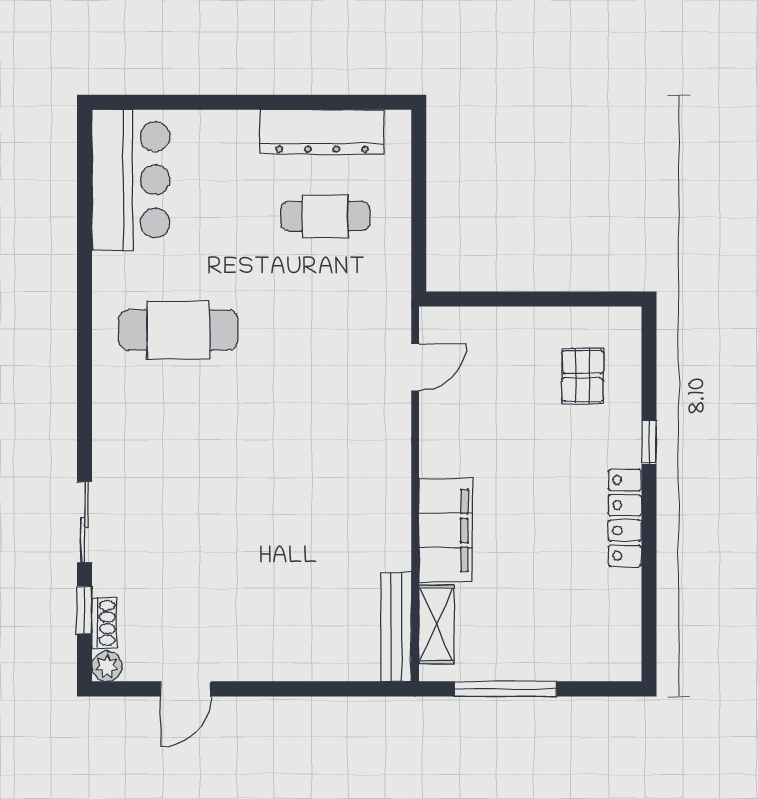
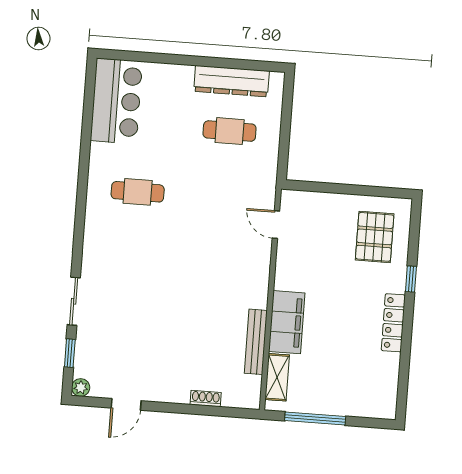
cafe table: (178, 330) -> (138, 192), width x0.73, depth x0.74
door: (415, 367) -> (276, 225), swing flipped
pallet: (583, 376) -> (375, 237), width x1.50, depth x1.42
shoe rack: (104, 623) -> (206, 399), moved, turned -90
bench: (396, 627) -> (256, 342), moved

